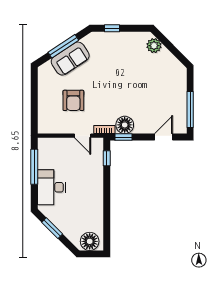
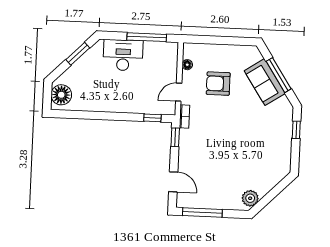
plant: (154, 46) -> (250, 198), moved
floor lamp: (125, 125) -> (187, 65), moved, width x0.53, depth x0.53

